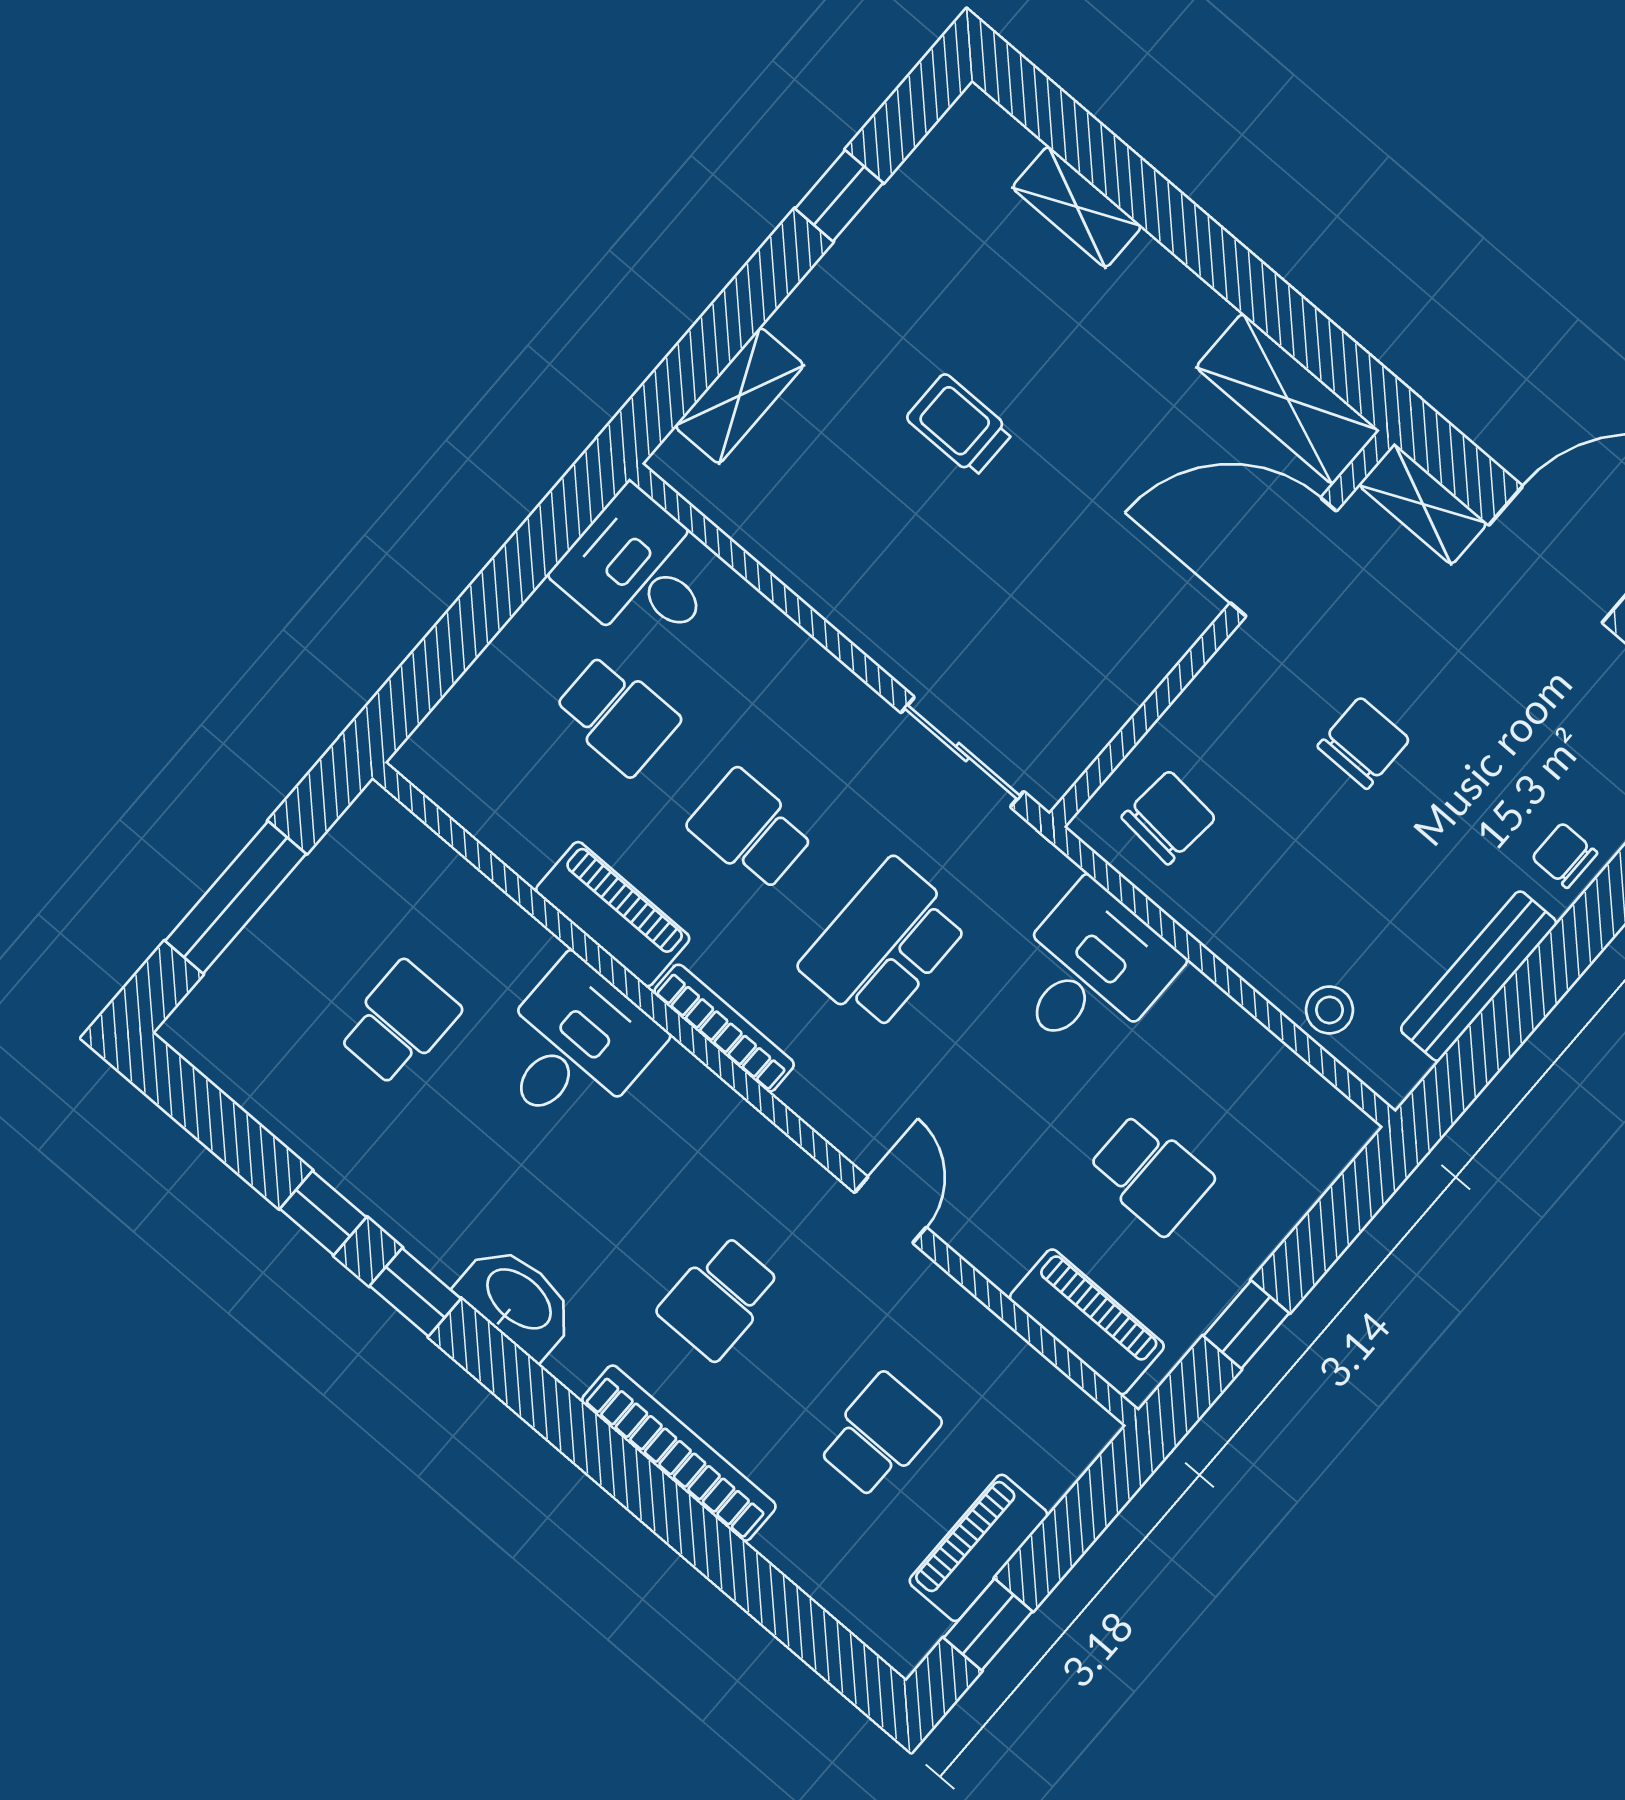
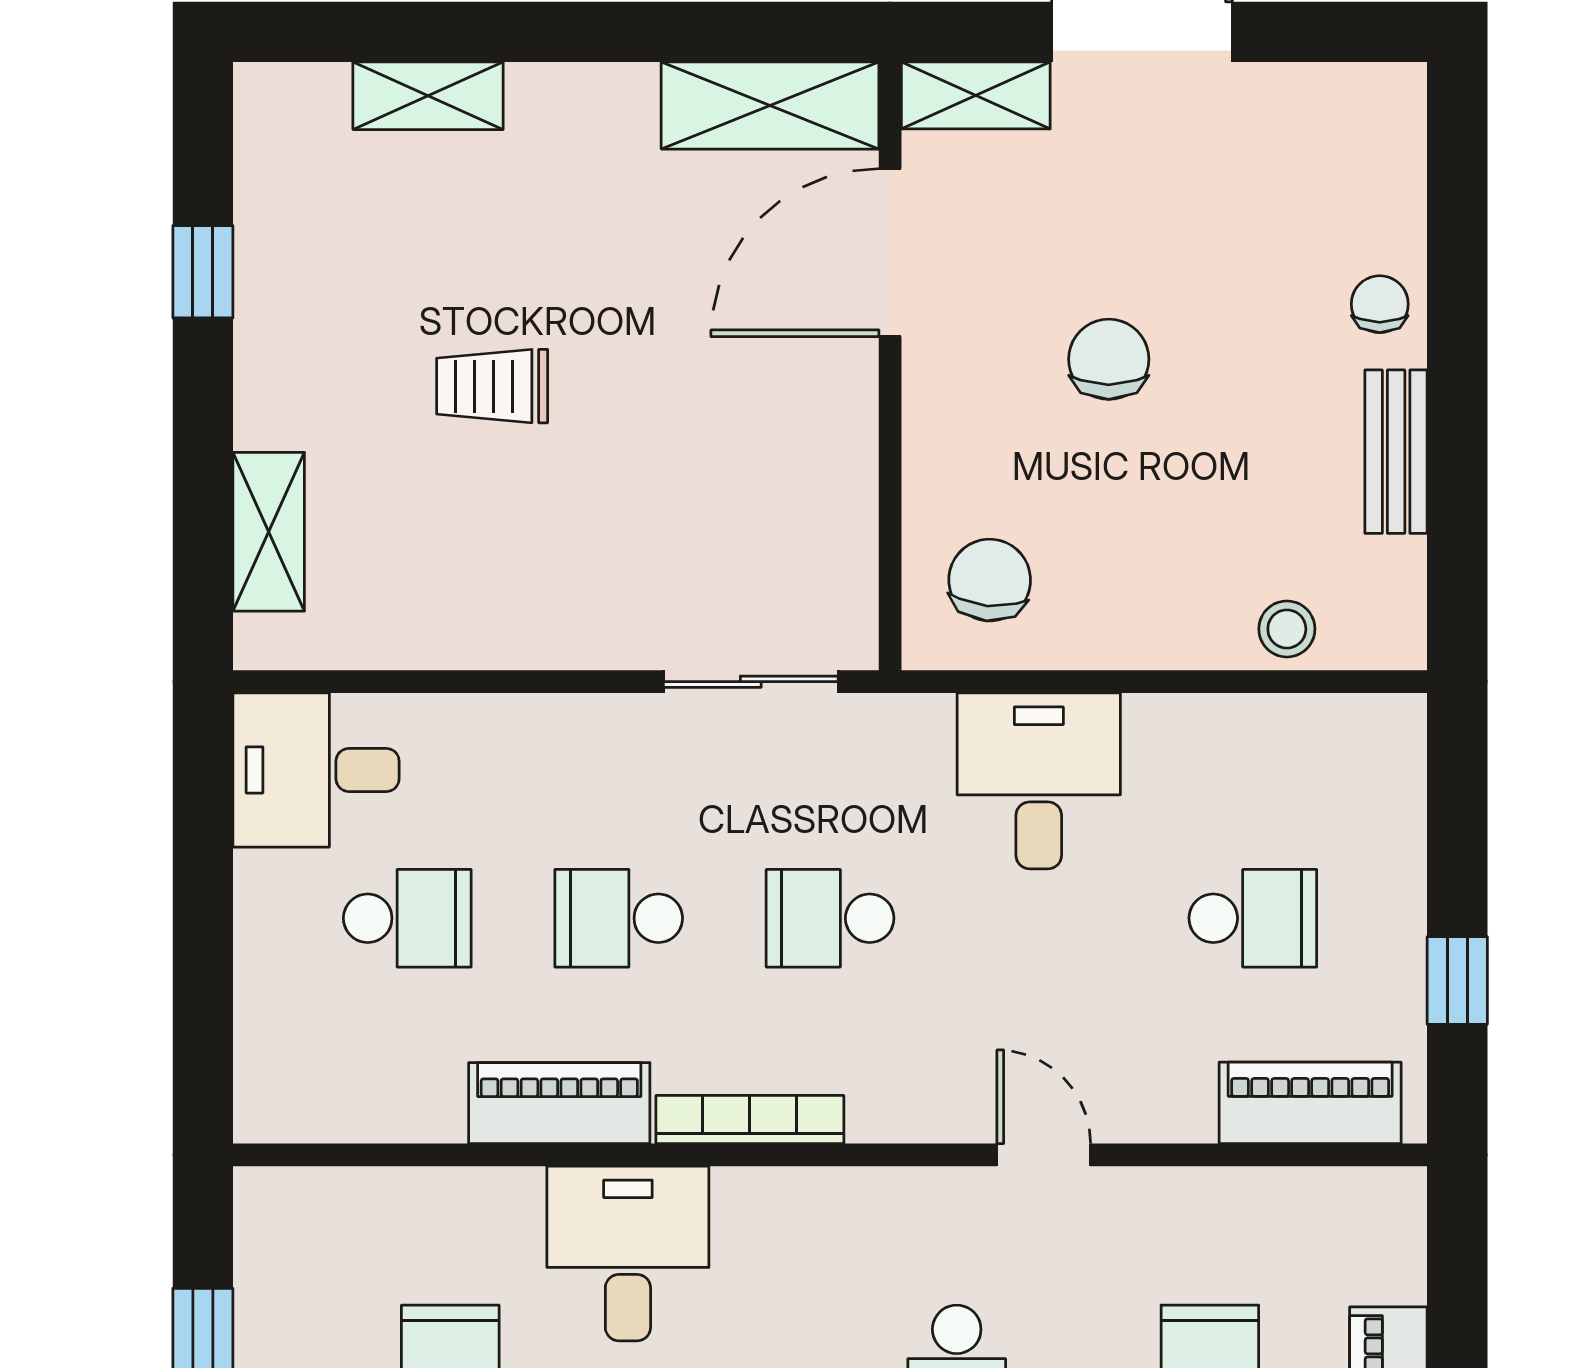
chair: (1565, 855) -> (1380, 304), turned 90
school desk: (884, 945) -> (830, 918), width x0.54
bench: (1479, 976) -> (1396, 452), width x0.73

